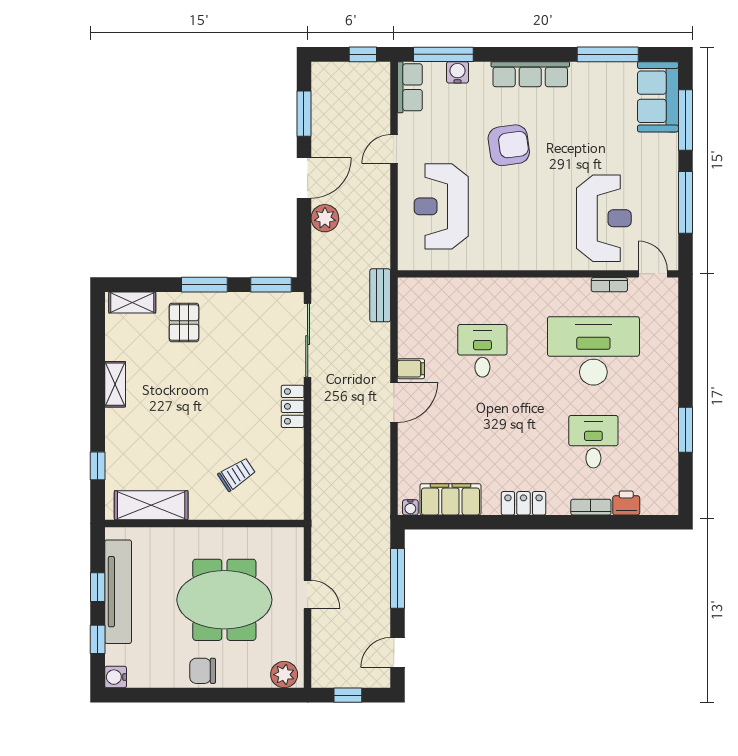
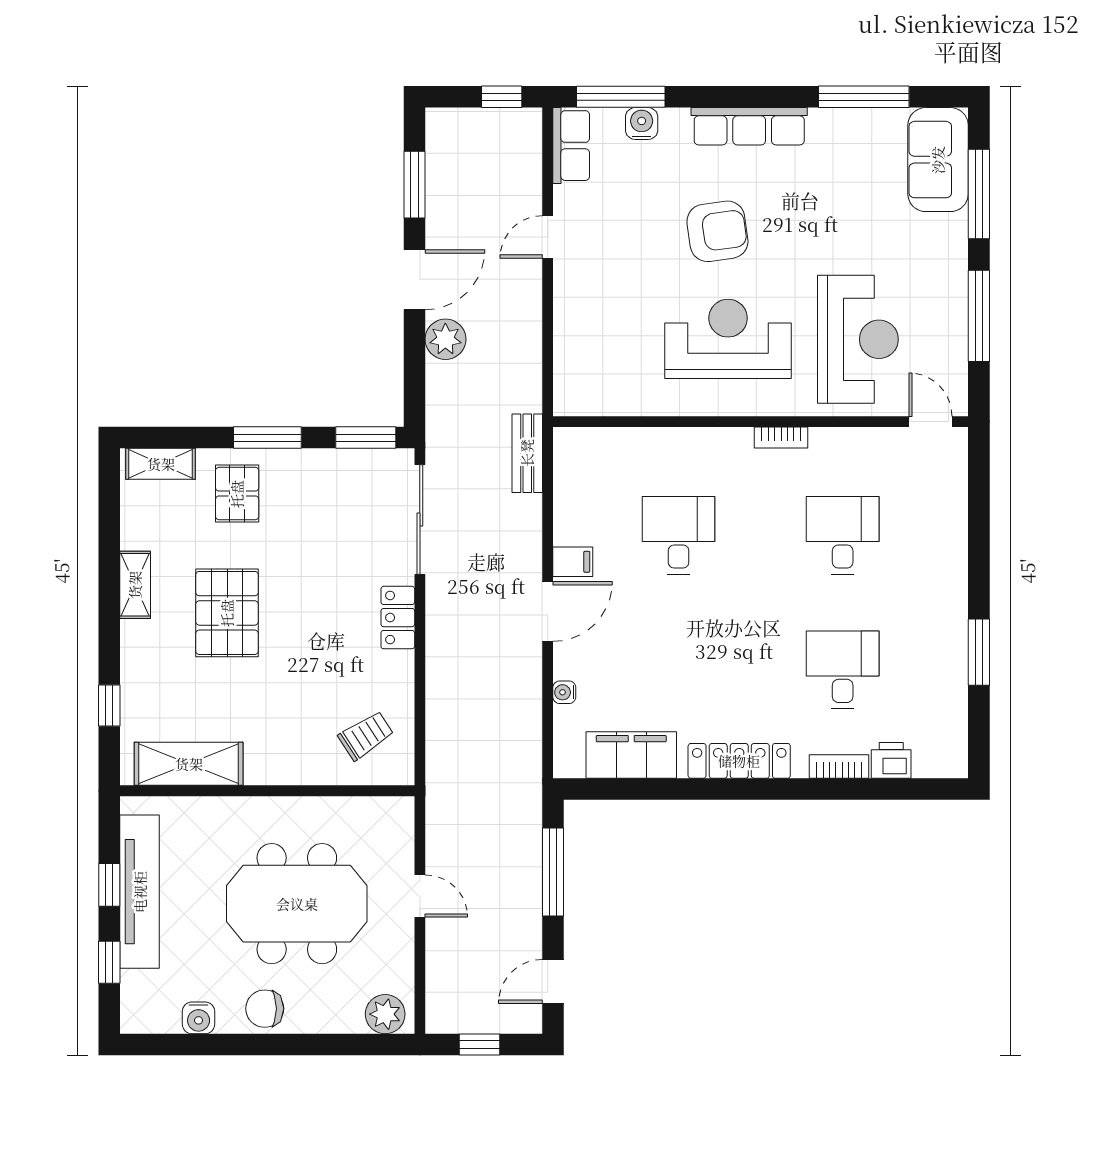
reception desk: (441, 206) -> (728, 339), moved, turned 90
bookcase: (609, 285) -> (781, 438), moved
desk: (593, 351) -> (843, 535), width x0.53, depth x0.77
pallet: (177, 403) -> (227, 613), added
trolley: (237, 474) -> (366, 736), moved
locker: (524, 503) -> (739, 761), width x1.53
water cooler: (410, 507) -> (564, 692), moved, turned 90
water cooler: (116, 677) -> (199, 1018), moved, turned -90

